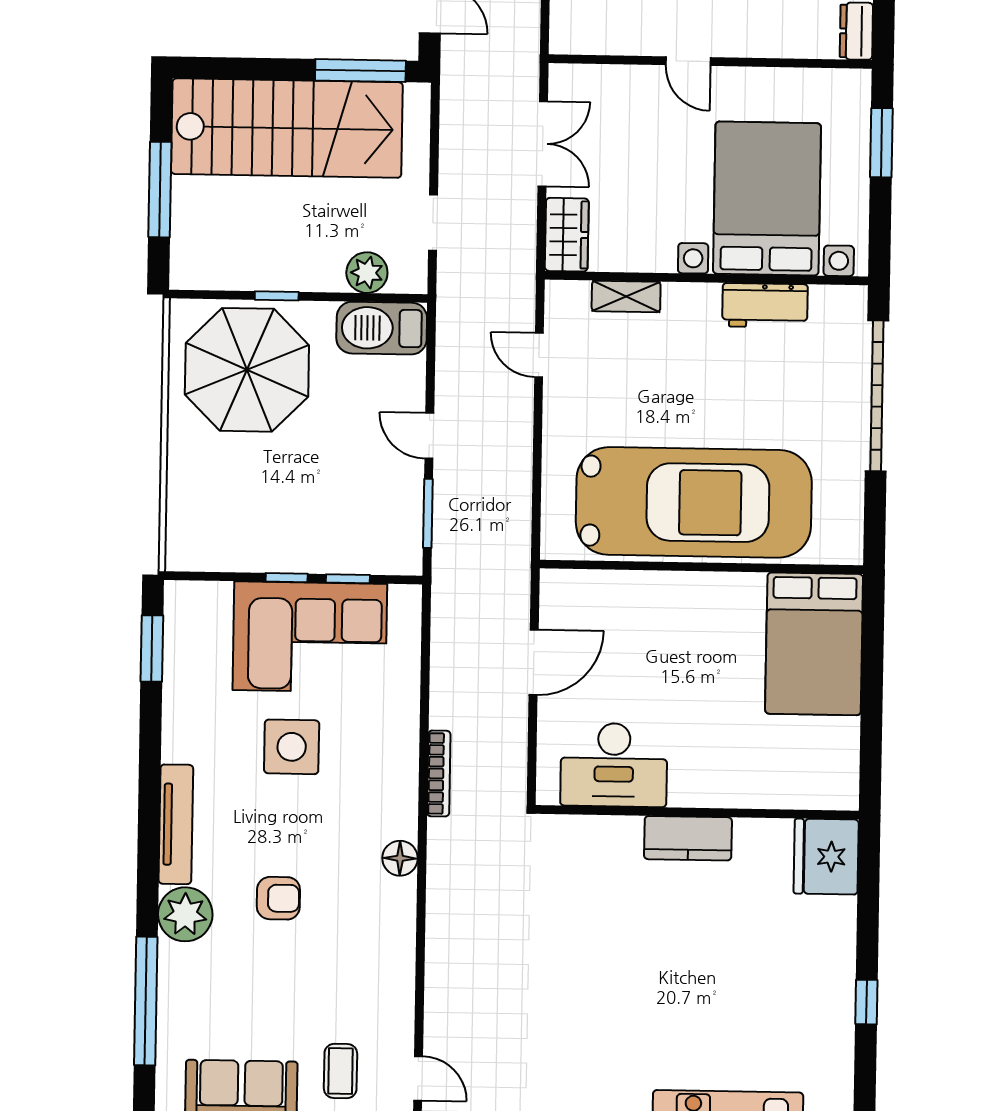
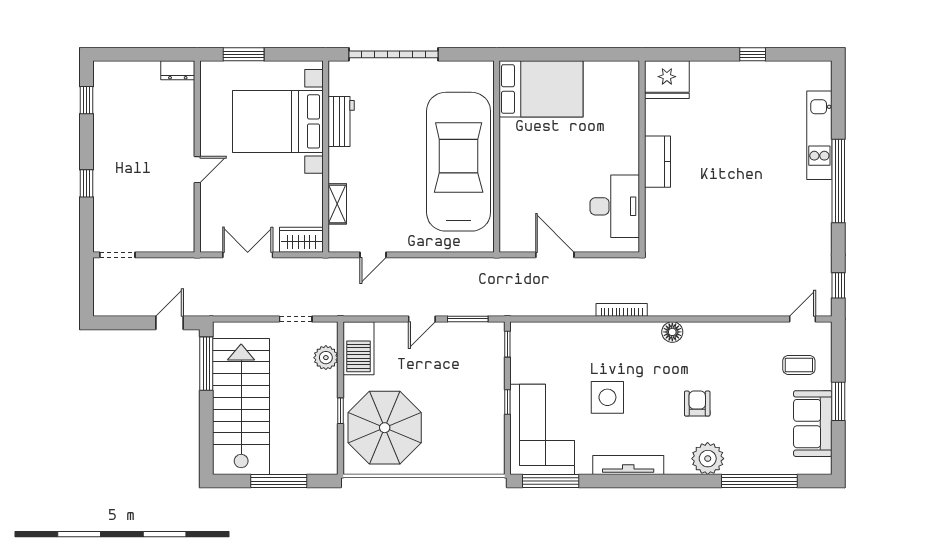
window: (348, 579) -> (507, 344), moved
corner sofa: (310, 637) -> (542, 429), moved
window: (152, 648) -> (551, 481), width x1.44
tv unit: (176, 824) -> (628, 465), moved

